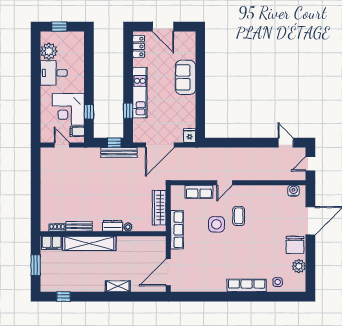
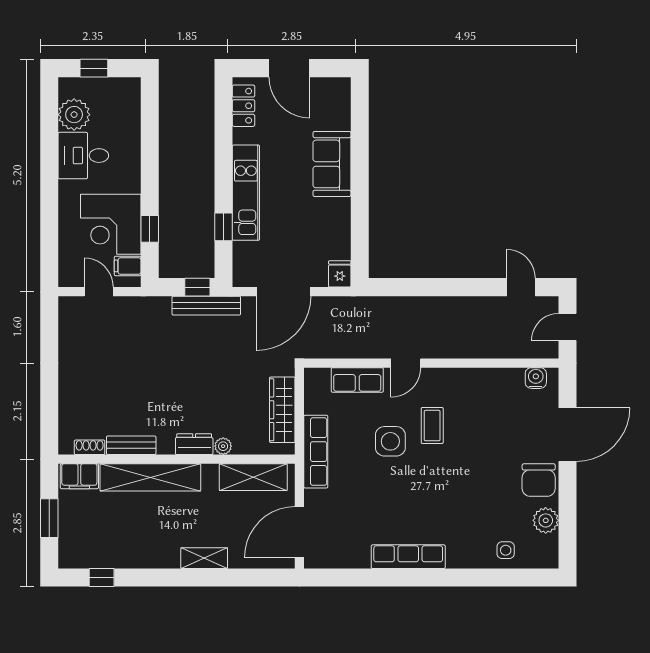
shelving: (144, 243) -> (253, 477), added
row of seats: (247, 285) -> (408, 557), moved

